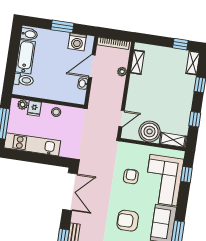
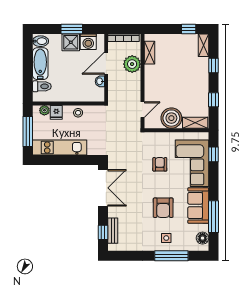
shower: (59, 40) -> (71, 42), added
plant: (122, 72) -> (132, 64), width x1.87, depth x1.87
armchair: (128, 221) -> (163, 208), turned -90

